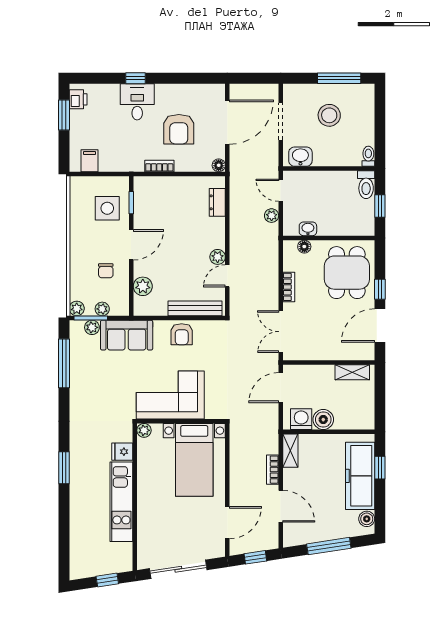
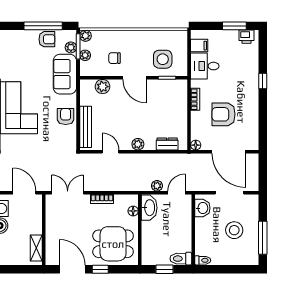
desk: (137, 102) -> (205, 66), moved, turned 180
washbasin: (308, 229) -> (149, 208), width x1.91, depth x1.45
plant: (218, 257) -> (138, 144), moved
armchair: (182, 334) -> (66, 117), turned 90
armchair: (81, 358) -> (47, 39), added

